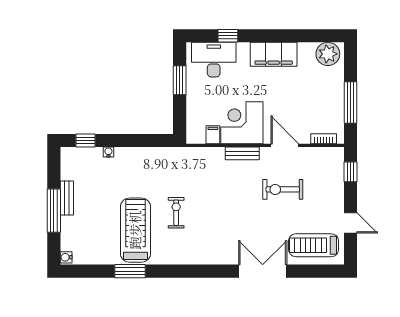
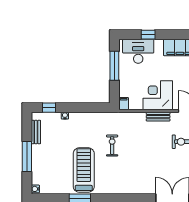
window: (180, 80) -> (114, 66), width x1.44
filing cabinet: (213, 135) -> (124, 104), moved
bench: (67, 198) -> (36, 132), moved
exercise bike: (176, 213) -> (112, 146), moved

